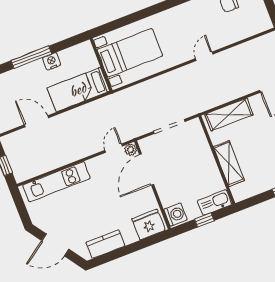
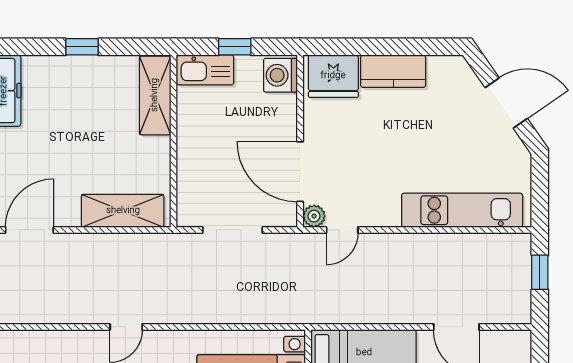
shelving: (229, 164) -> (155, 95), moved
door: (146, 169) -> (300, 172), swing flipped
kitchen counter: (105, 244) -> (393, 71), moved

